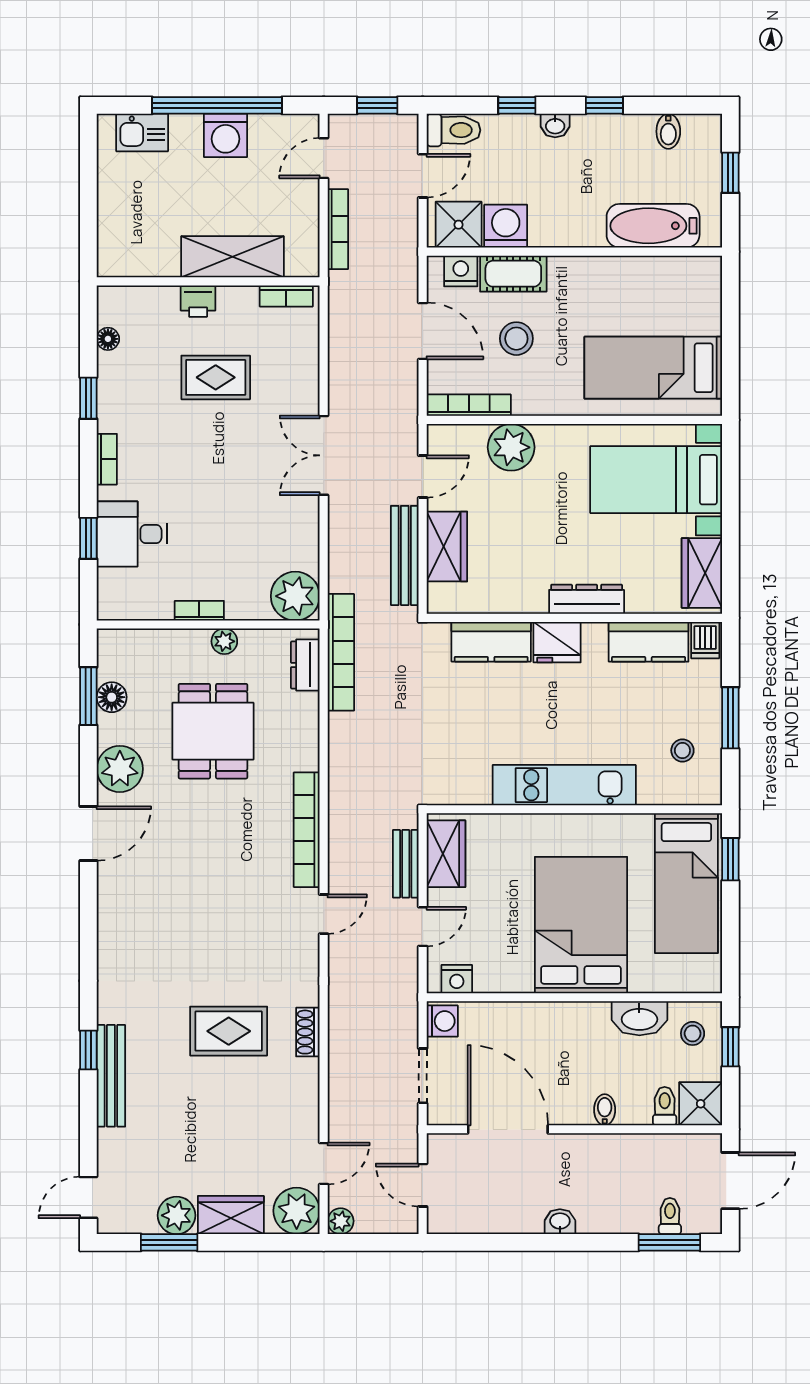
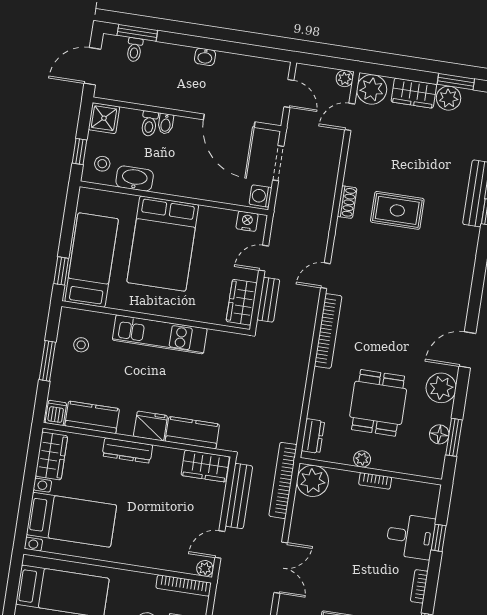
plant: (511, 447) -> (205, 568), moved, width x0.53, depth x0.53
wardrobe: (447, 546) -> (205, 466), moved, turned -90
bookcase: (341, 652) -> (283, 480), moved
toilet: (665, 1106) -> (149, 124), moved

